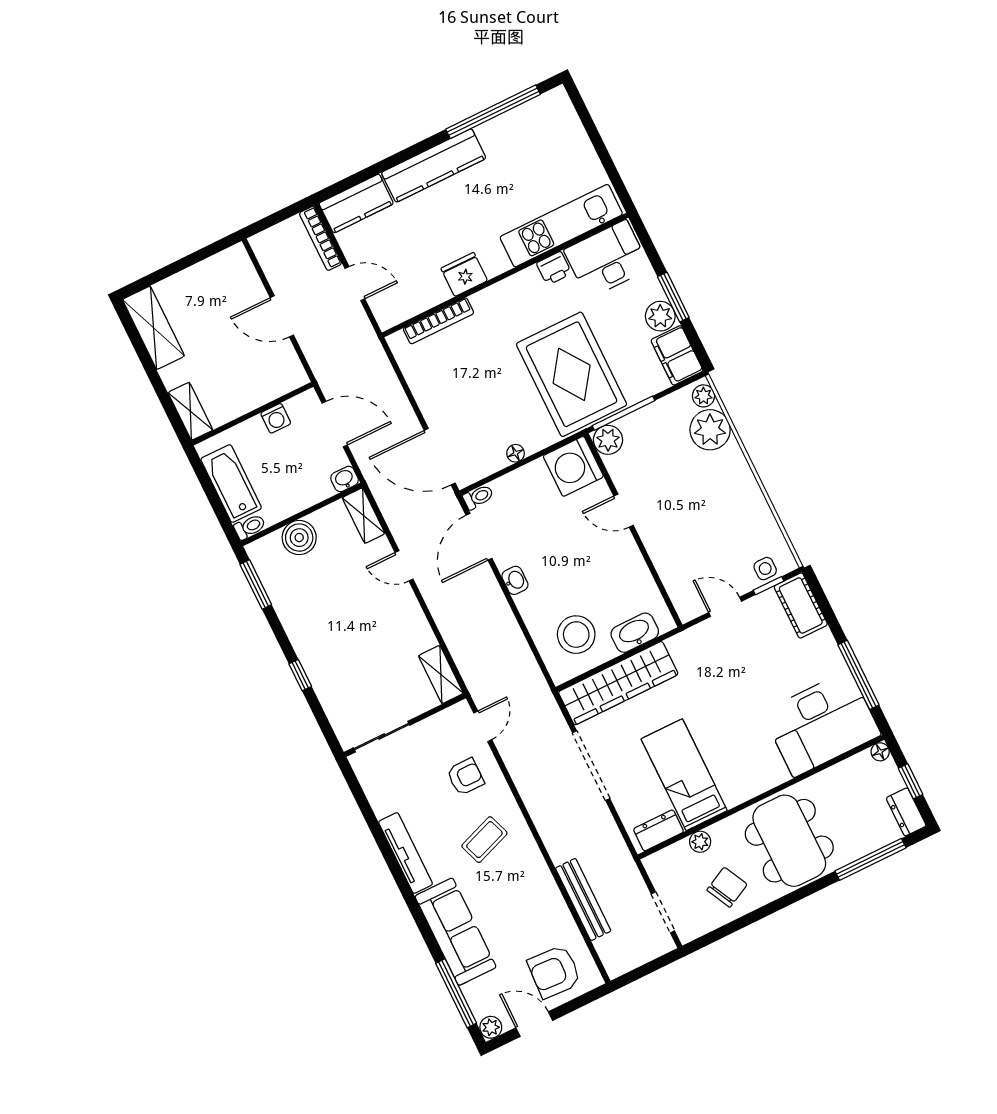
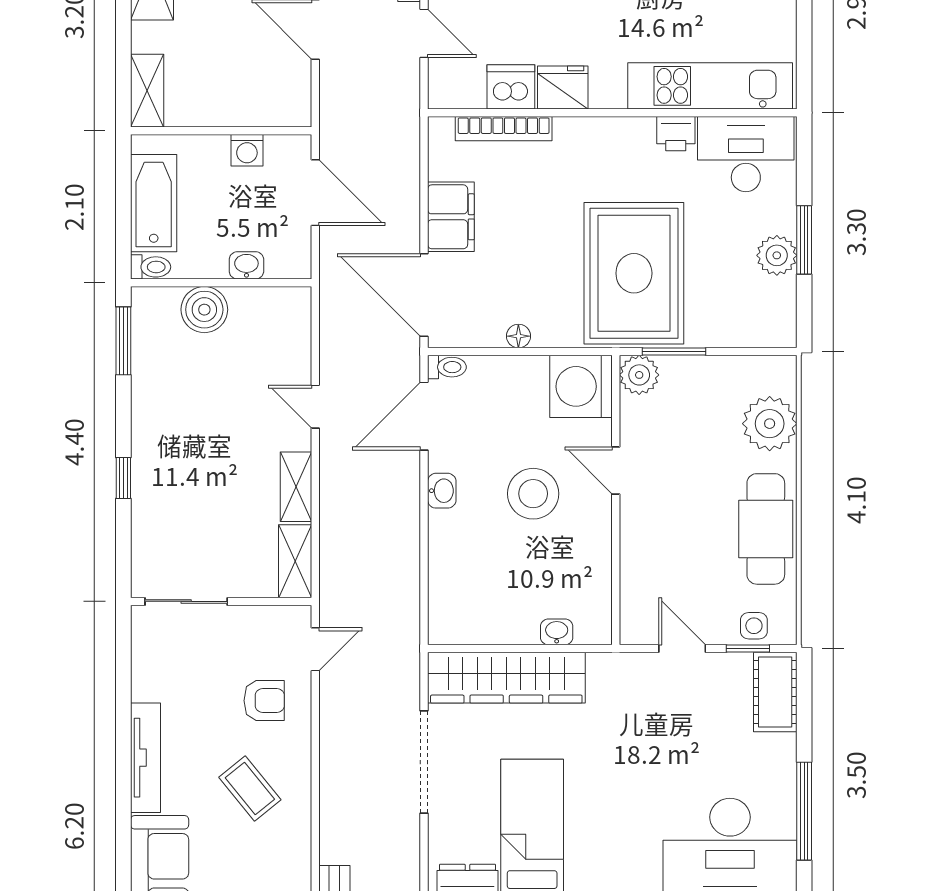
dishwasher: (430, 291) -> (511, 87), added
filing cabinet: (677, 355) -> (451, 217), moved, turned 180
plant: (704, 396) -> (782, 378), removed
window: (623, 413) -> (674, 352), width x0.69
washbasin: (345, 479) -> (246, 265), moved
cafe table: (742, 501) -> (766, 529), added
shelving: (364, 516) -> (296, 487), moved
washbasin: (635, 633) -> (557, 632), width x0.52, depth x0.69
stool: (576, 635) -> (533, 494), moved
coffee table: (484, 840) -> (250, 788), turned 71

